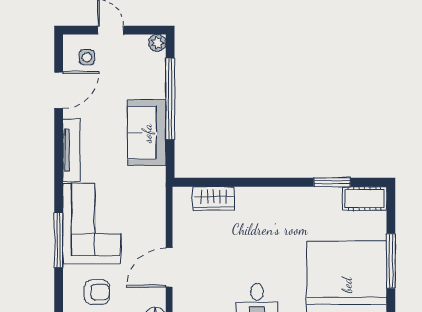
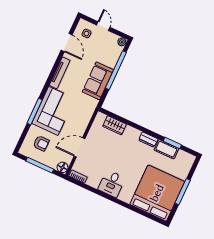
door: (59, 90) -> (67, 43), hinge flipped
dresser: (286, 196) -> (148, 140), added
cot: (364, 198) -> (166, 149), moved

